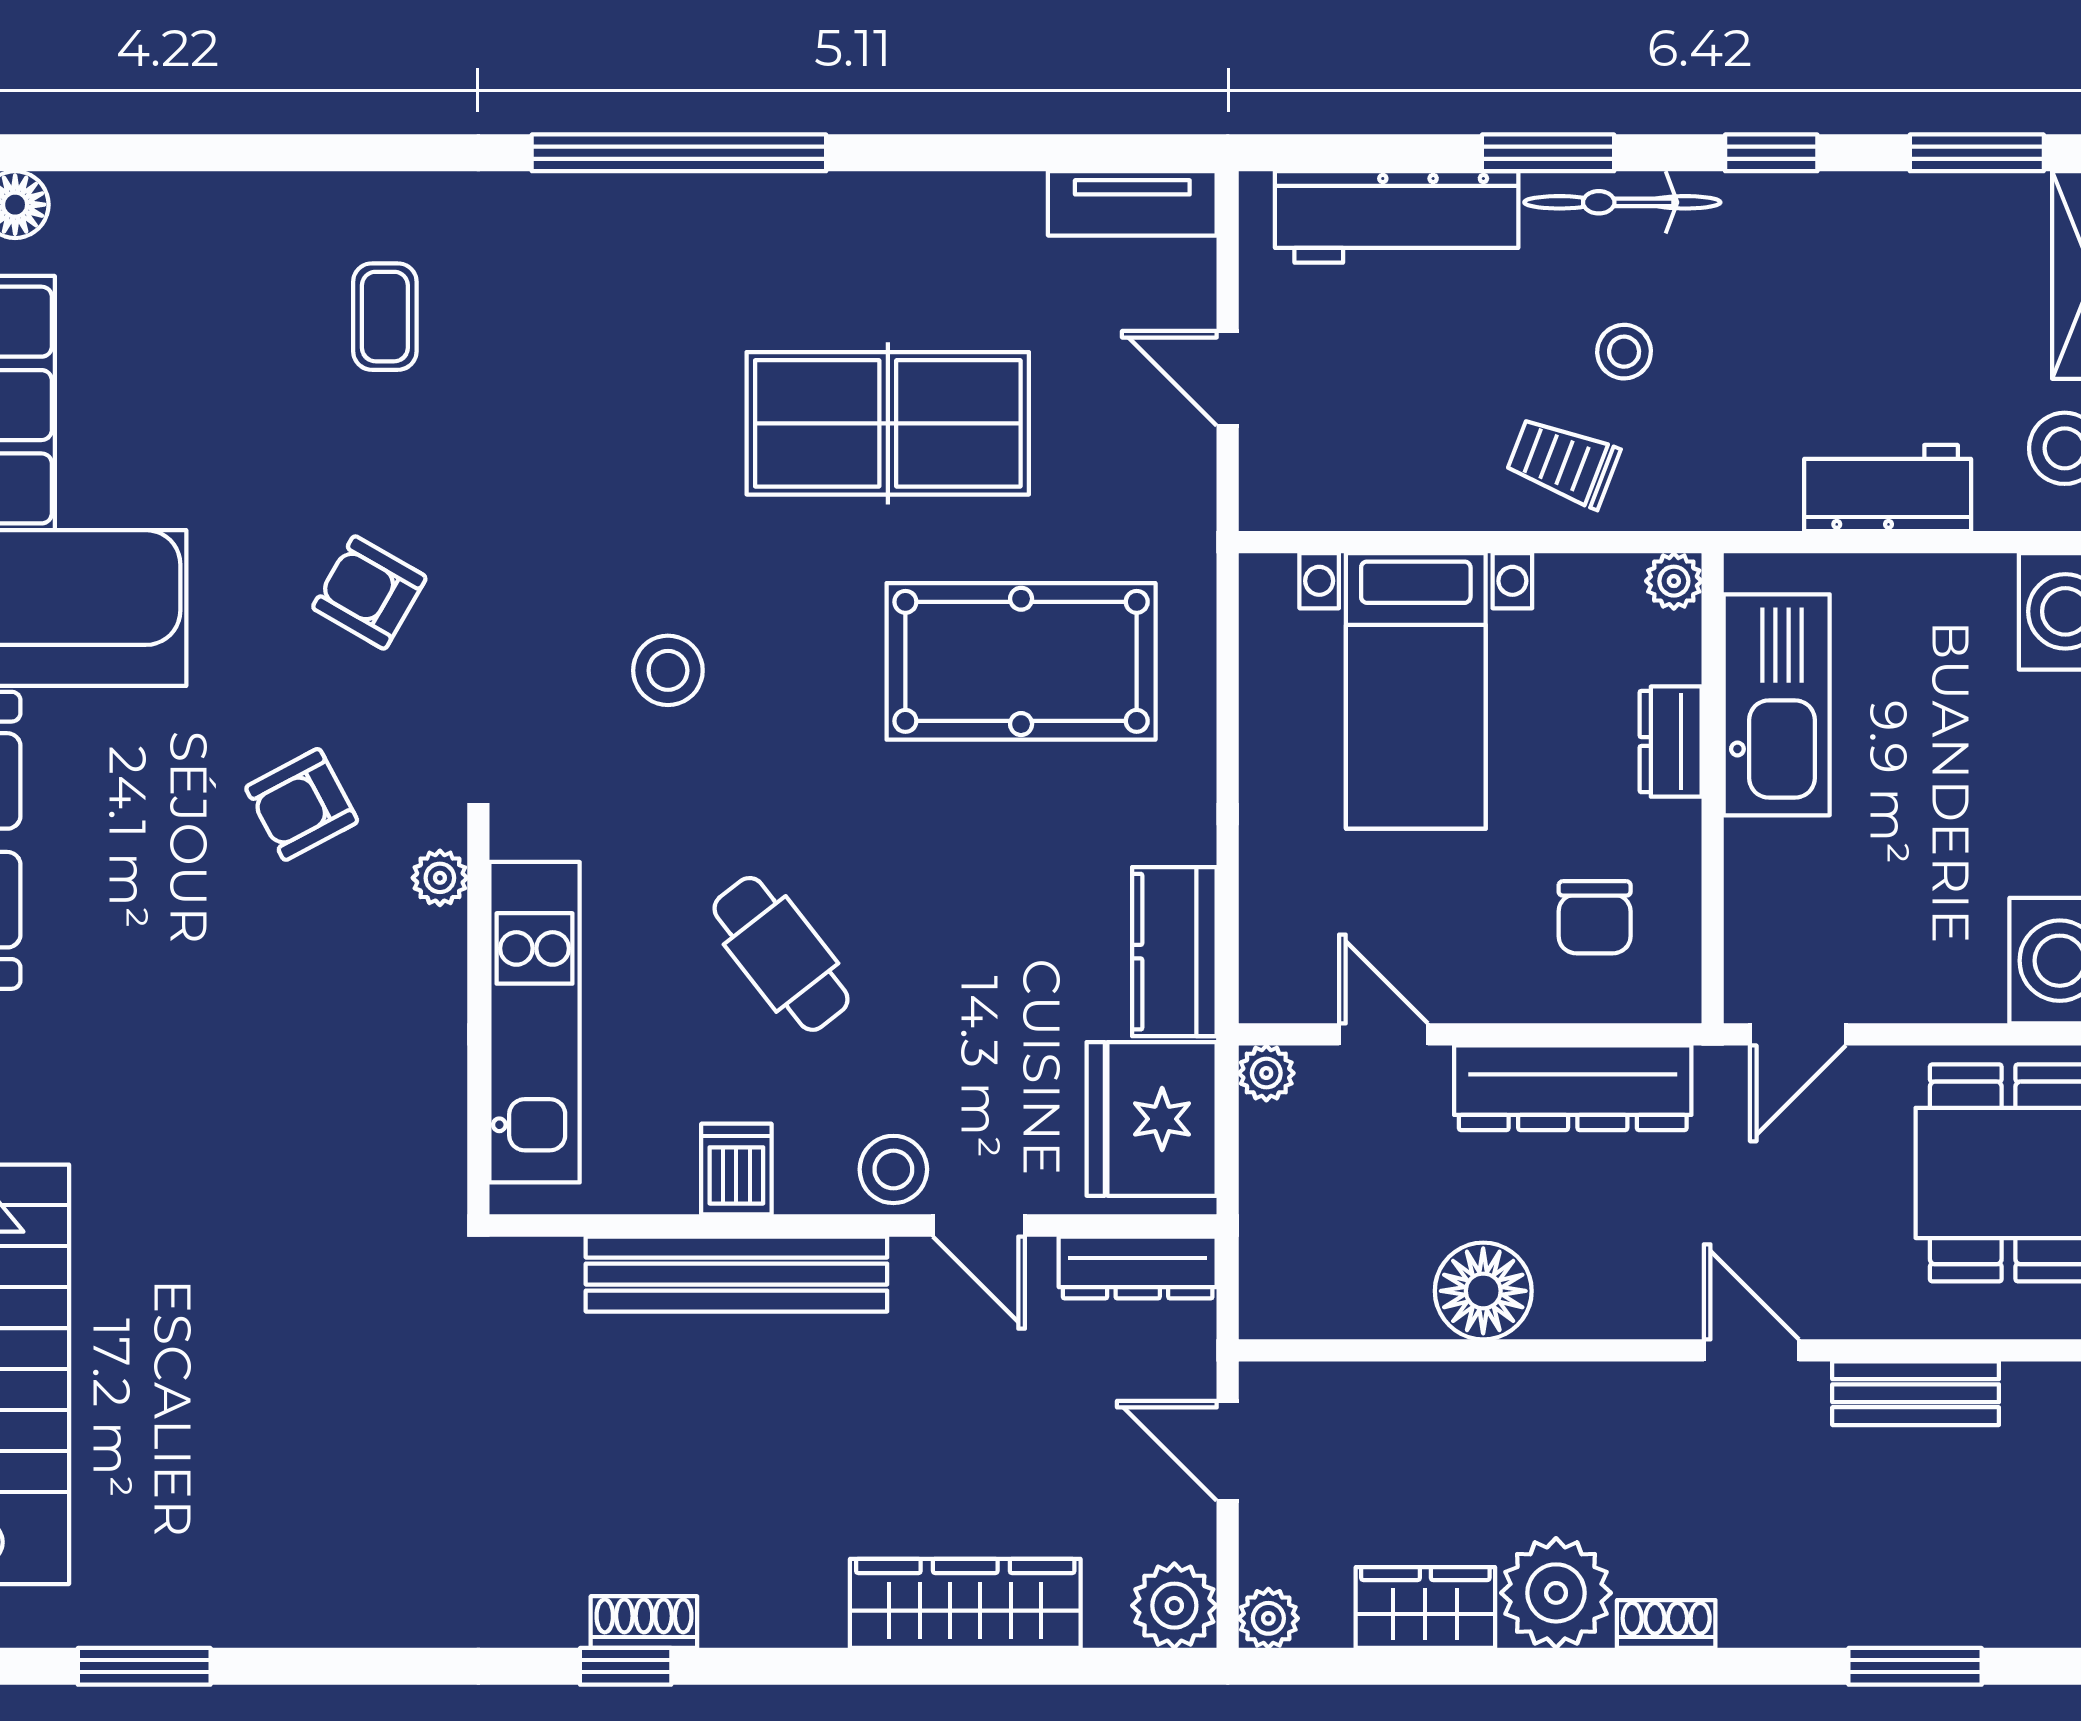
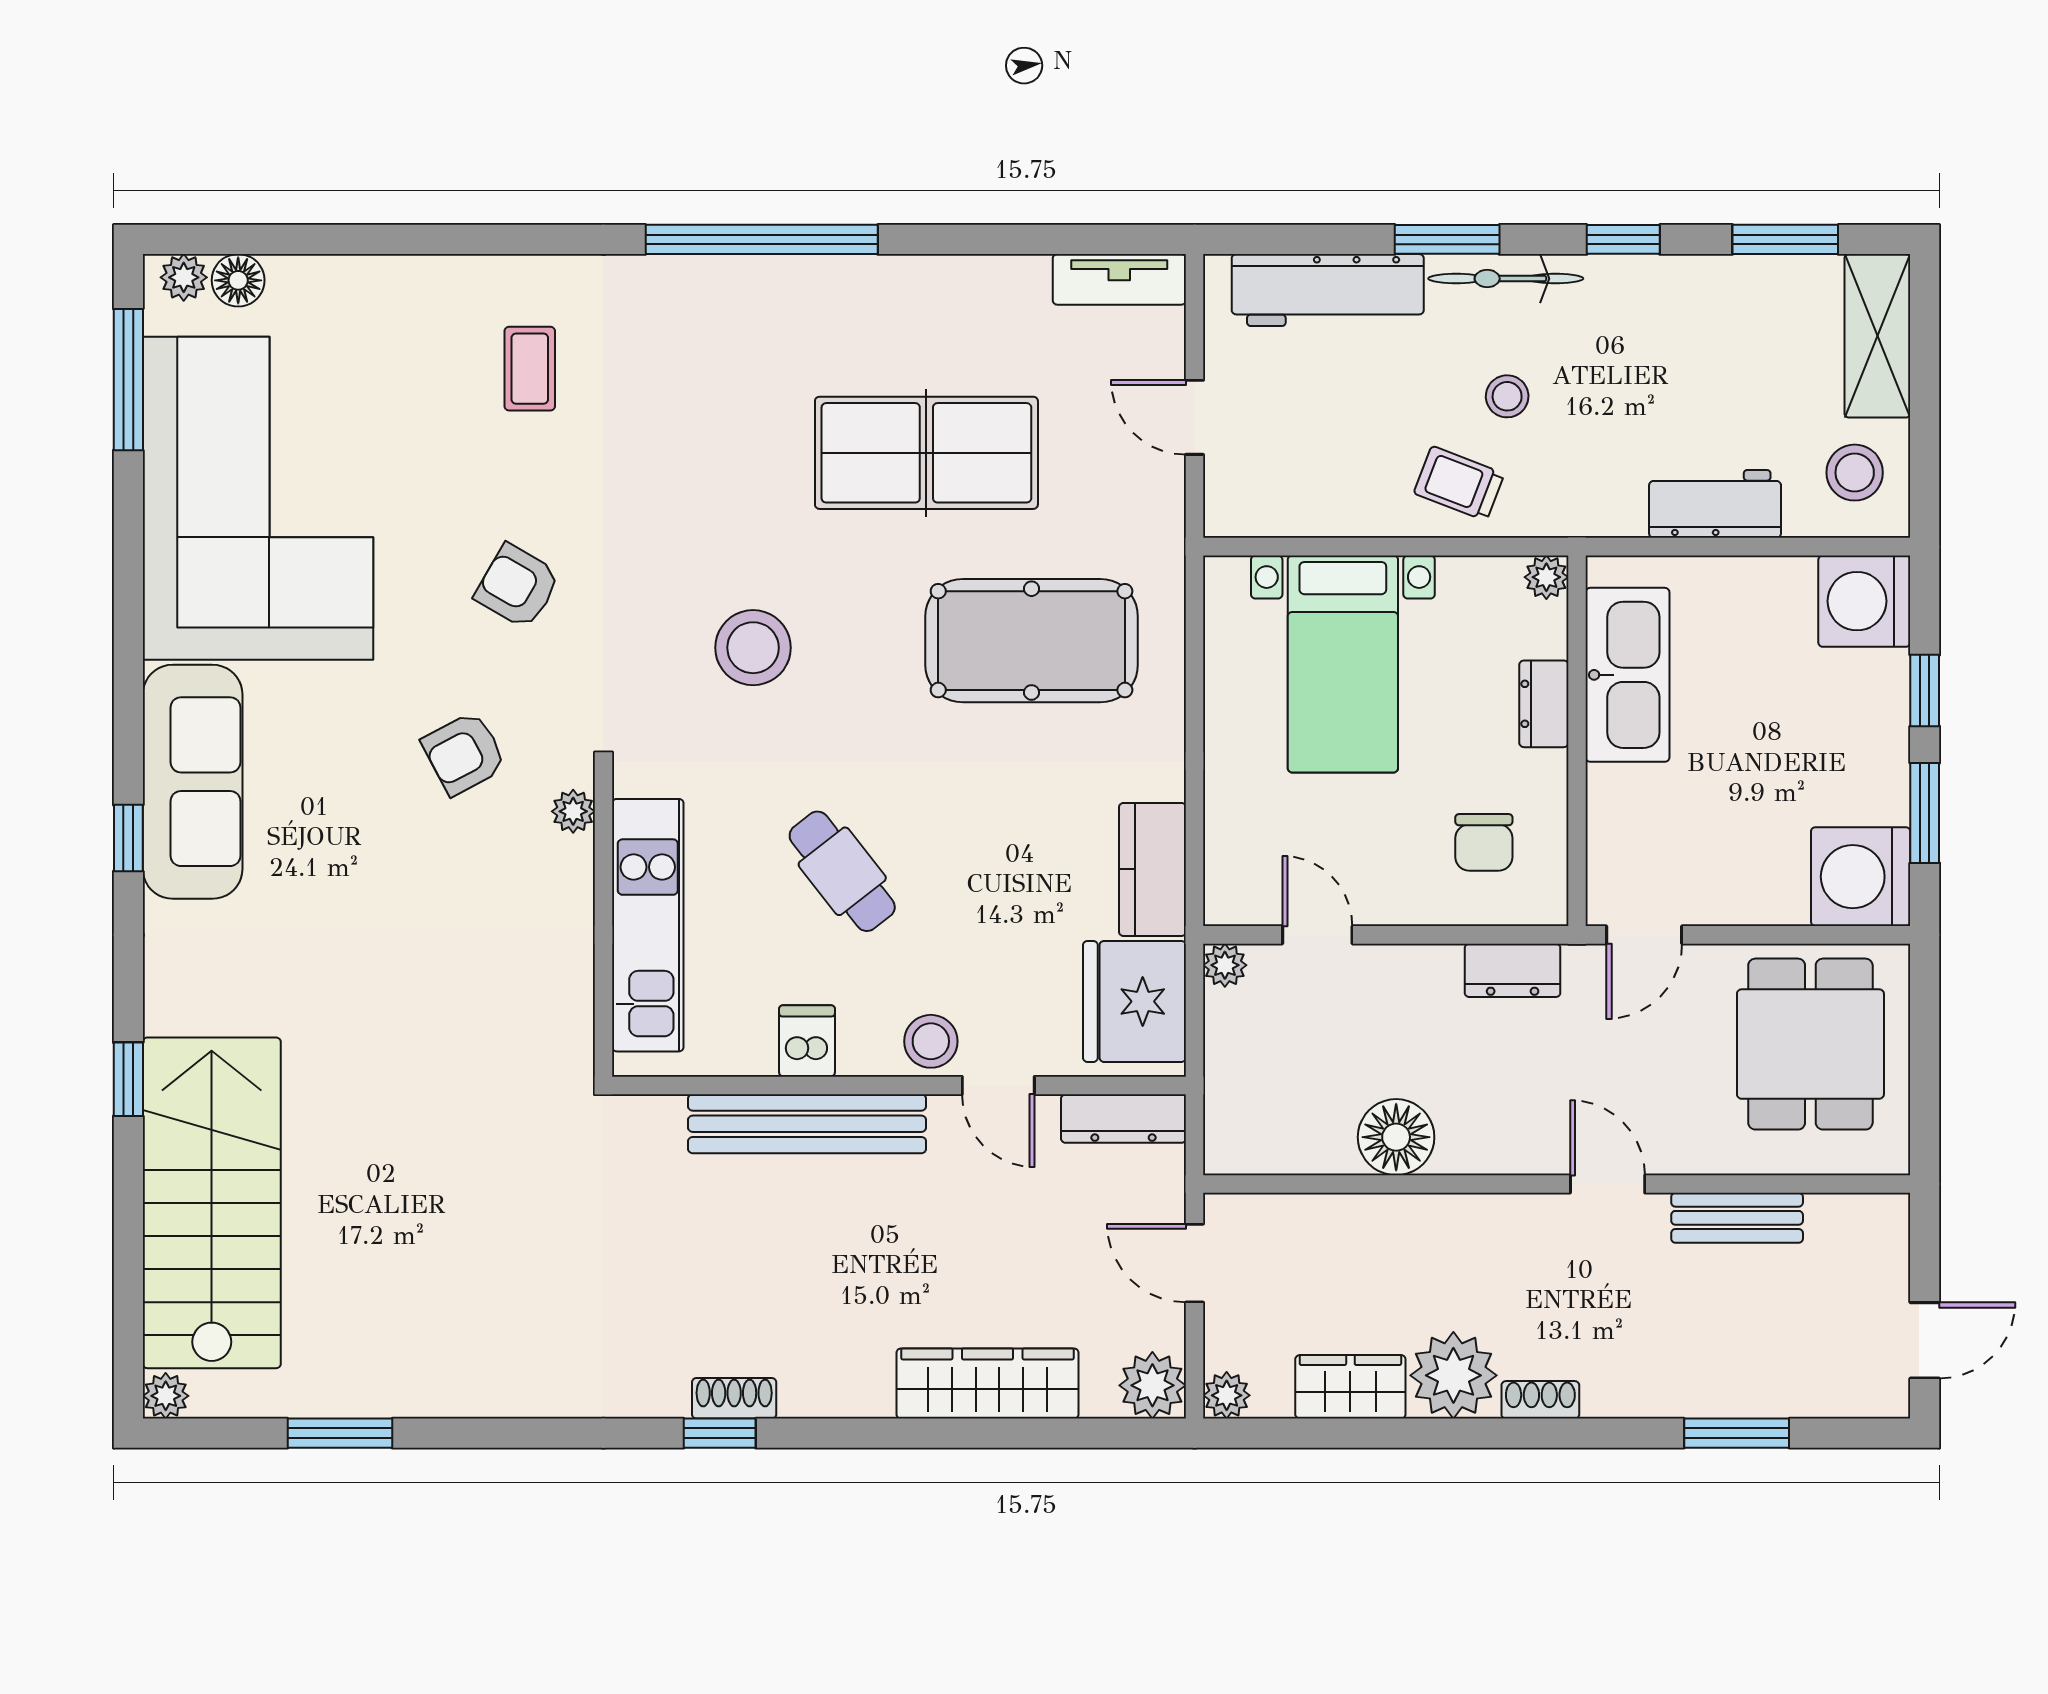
stool: (668, 670) -> (753, 648), width x1.38, depth x1.38
dresser: (1573, 1088) -> (1513, 970), width x0.51, depth x0.80

